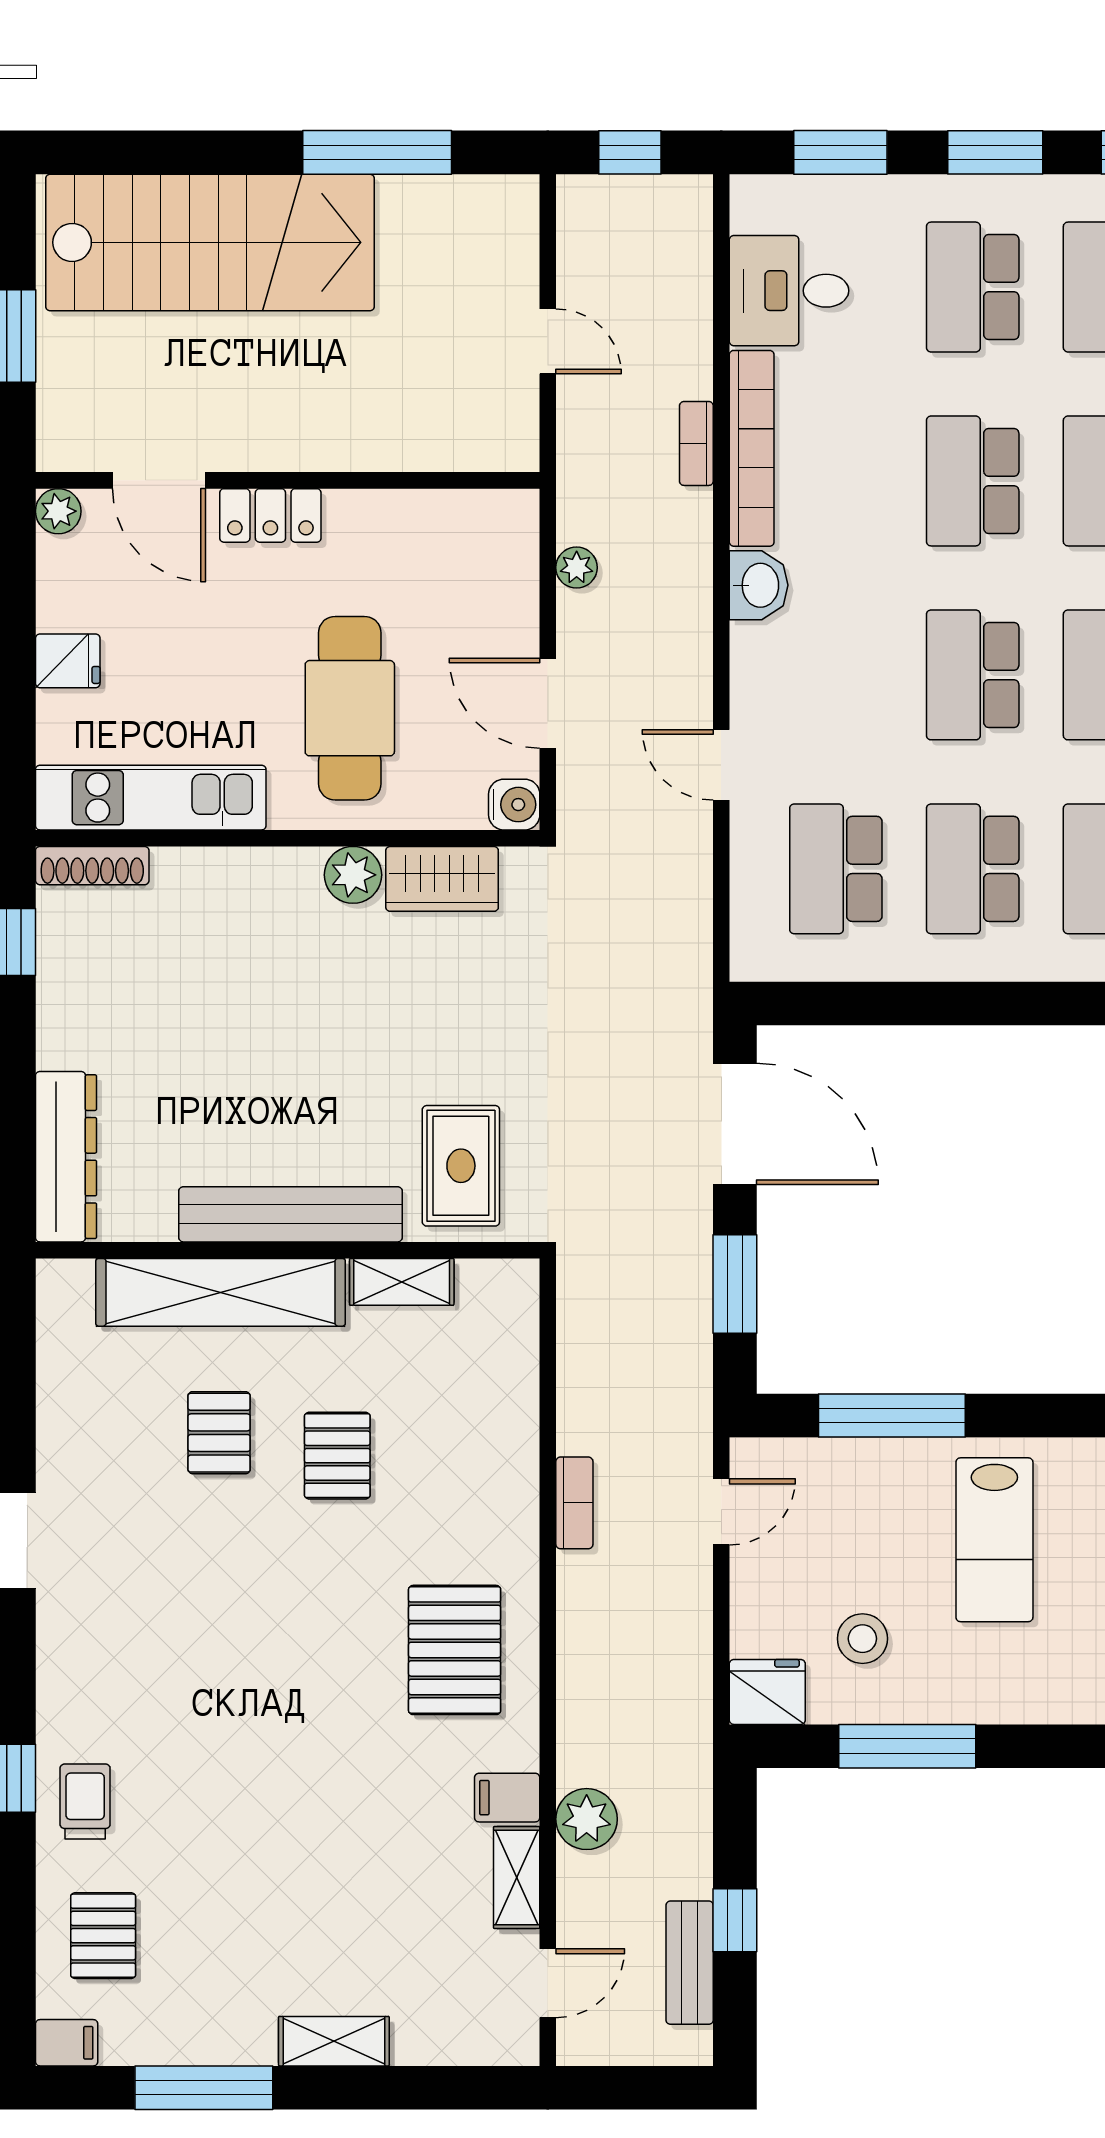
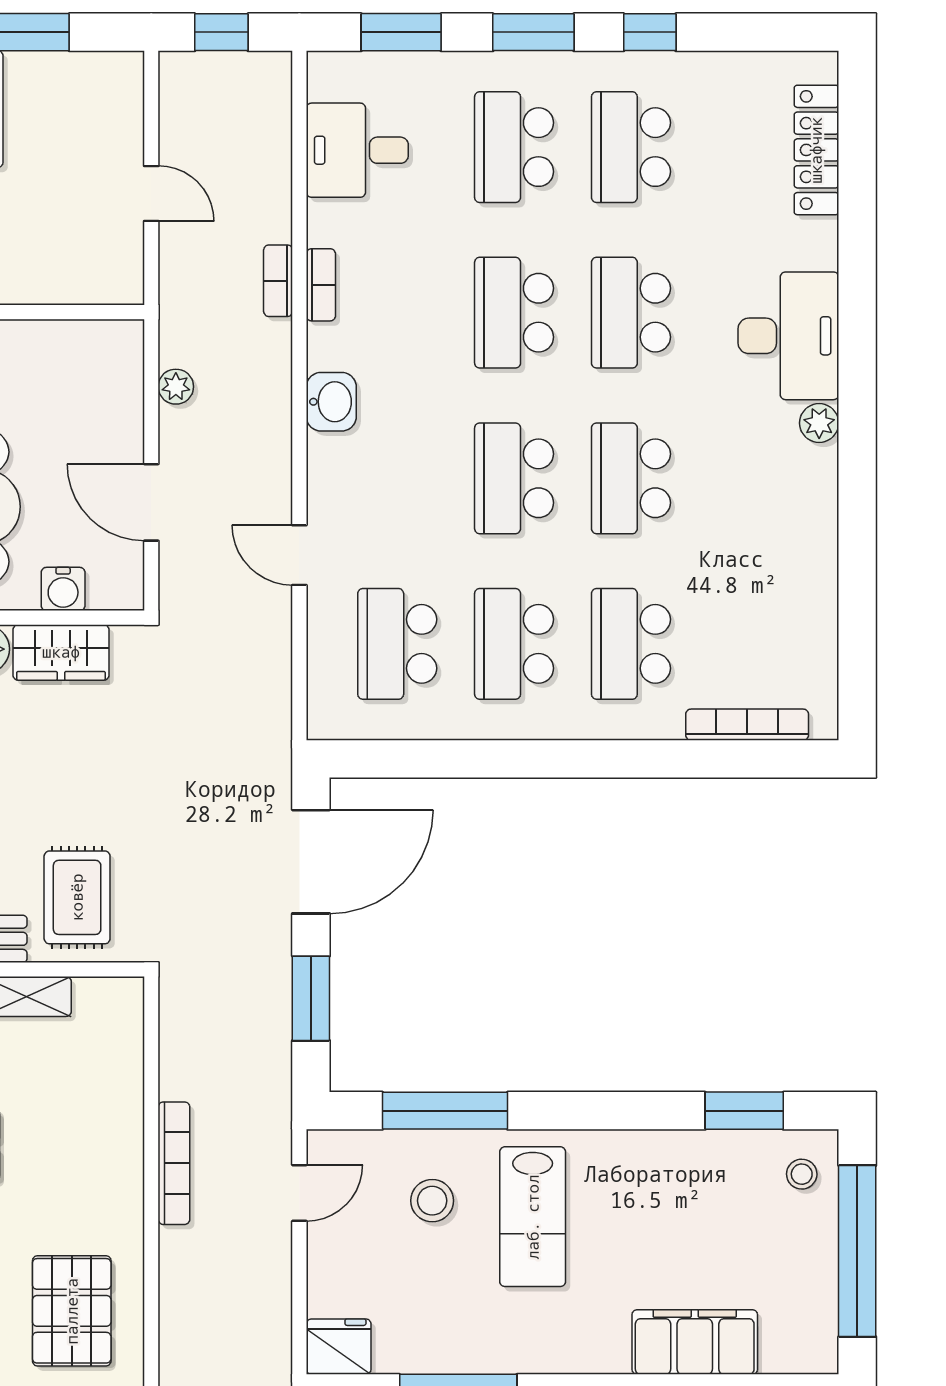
bookcase: (752, 448) -> (321, 285), width x0.43, depth x0.76
water cooler: (514, 805) -> (63, 589), moved, turned 90
door: (735, 1124) -> (311, 862), hinge flipped
bookcase: (574, 1503) -> (174, 1163), width x1.56
stool: (862, 1639) -> (432, 1201), moved

